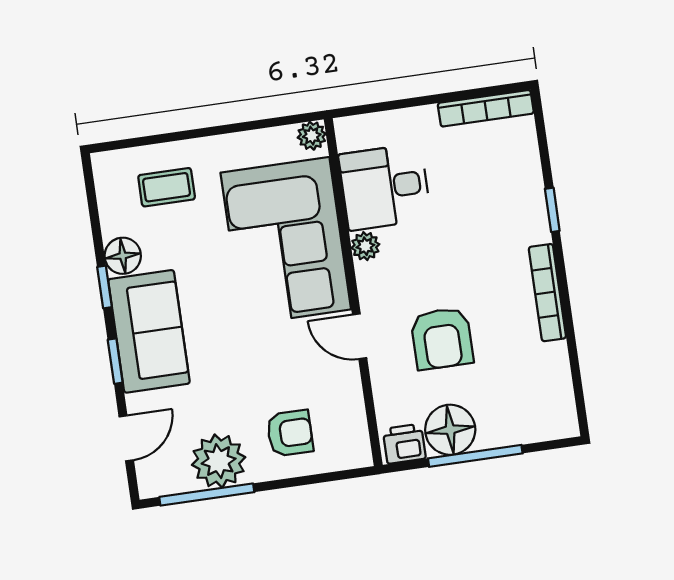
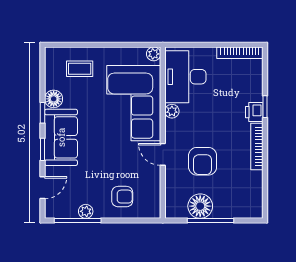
desk: (385, 187) -> (185, 77), width x1.37
printer: (404, 444) -> (254, 112), moved, turned -90
plant: (219, 461) -> (86, 211), width x0.53, depth x0.53

